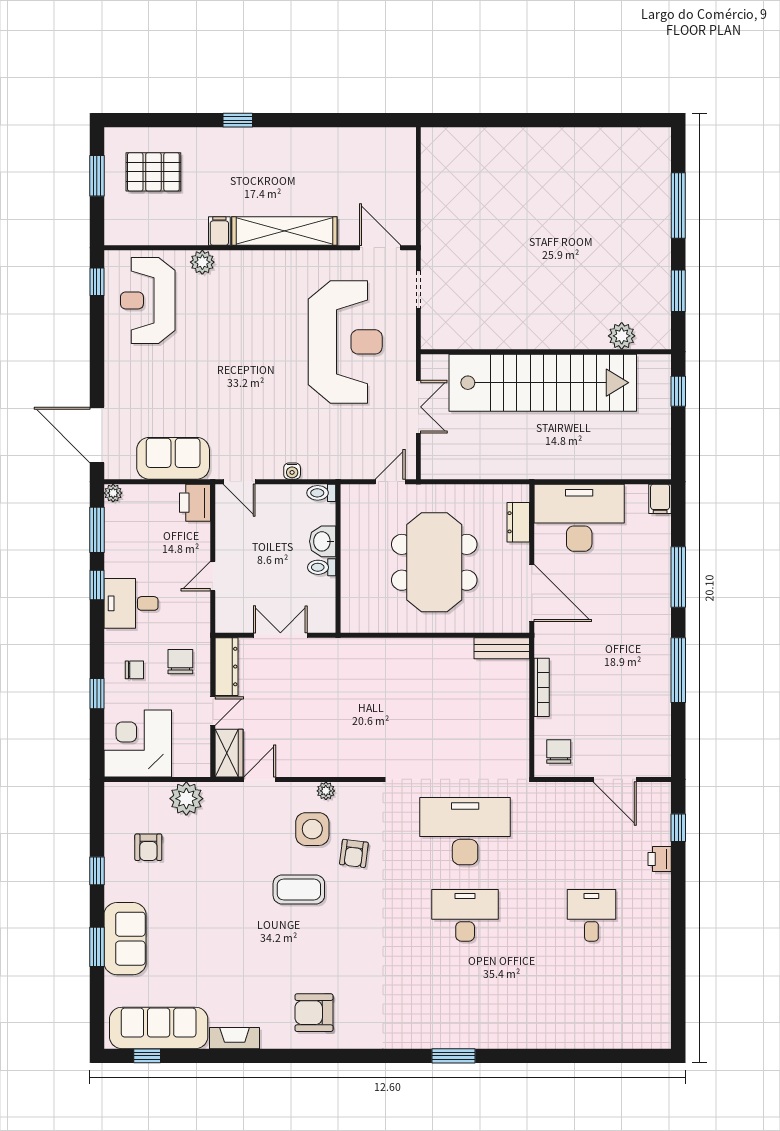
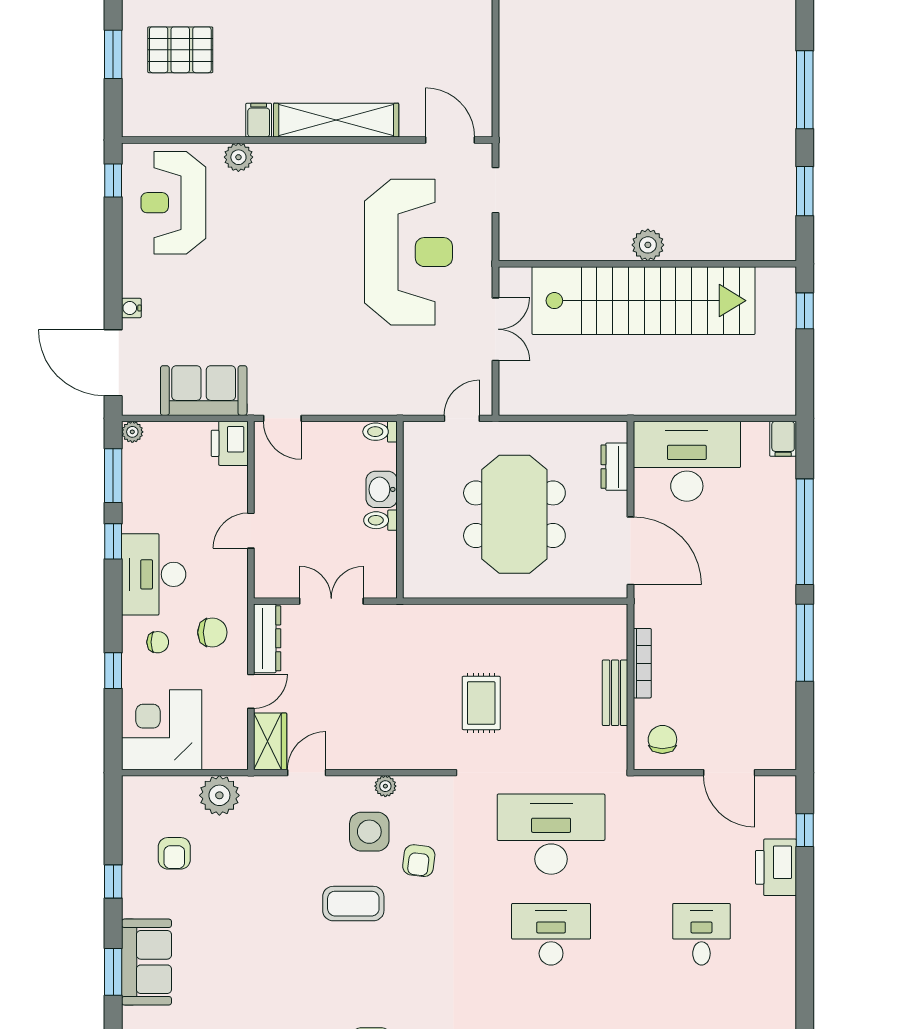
plant: (622, 336) -> (648, 245), moved
water cooler: (292, 471) -> (131, 308), moved, turned 90
window: (678, 577) -> (805, 532), width x1.46
desk: (131, 603) -> (154, 574), width x1.37
bench: (502, 648) -> (615, 693), moved, turned 90
chair: (180, 662) -> (212, 632), turned 90
rug: (406, 721) -> (481, 703), added
printer: (660, 859) -> (776, 867), width x1.87, depth x1.48

